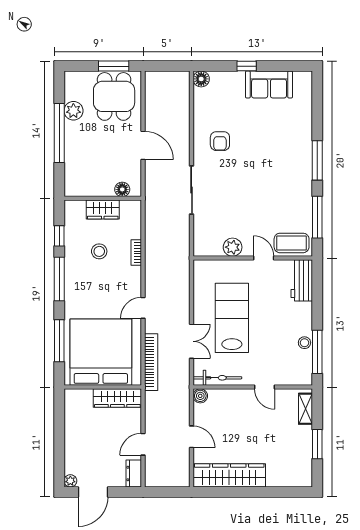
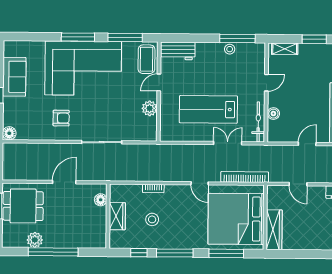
corner sofa: (280, 167) -> (83, 68), added
boiler: (200, 396) -> (273, 114), moved
wardrobe: (117, 398) -> (274, 230), moved
door: (143, 444) -> (298, 184), moved

